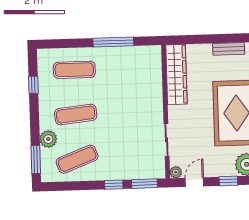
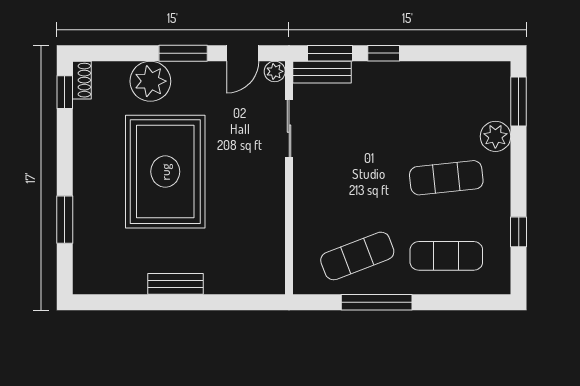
wardrobe: (176, 75) -> (268, 242), removed
exercise mat: (77, 159) -> (357, 256), moved
bench: (149, 173) -> (322, 72), added
window: (228, 181) -> (183, 53), width x1.50

